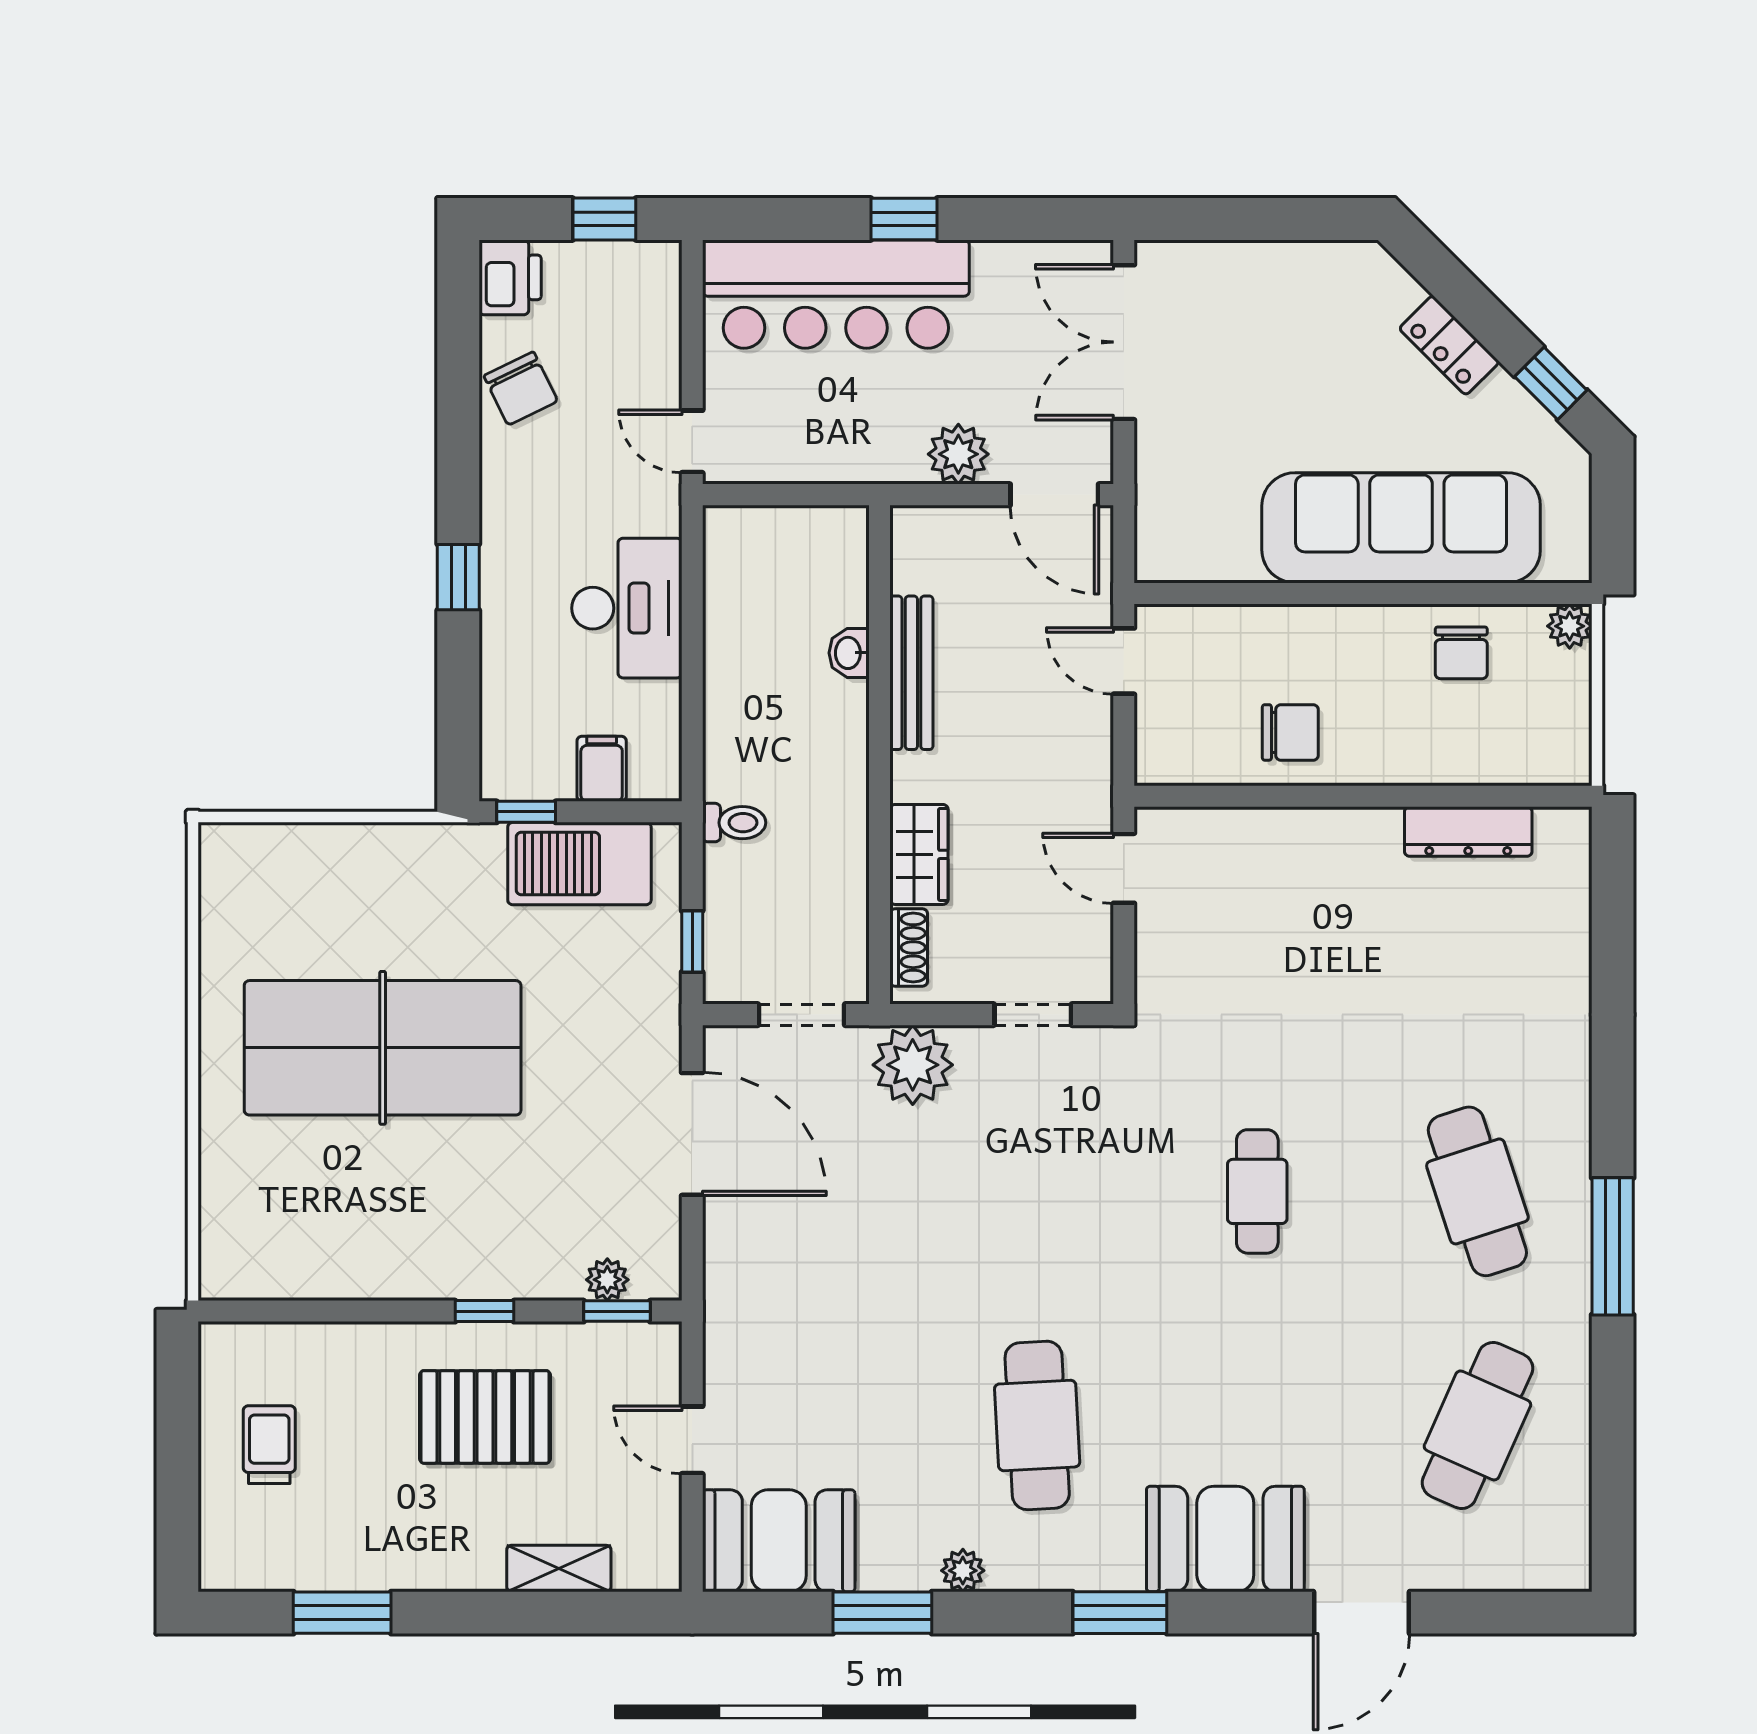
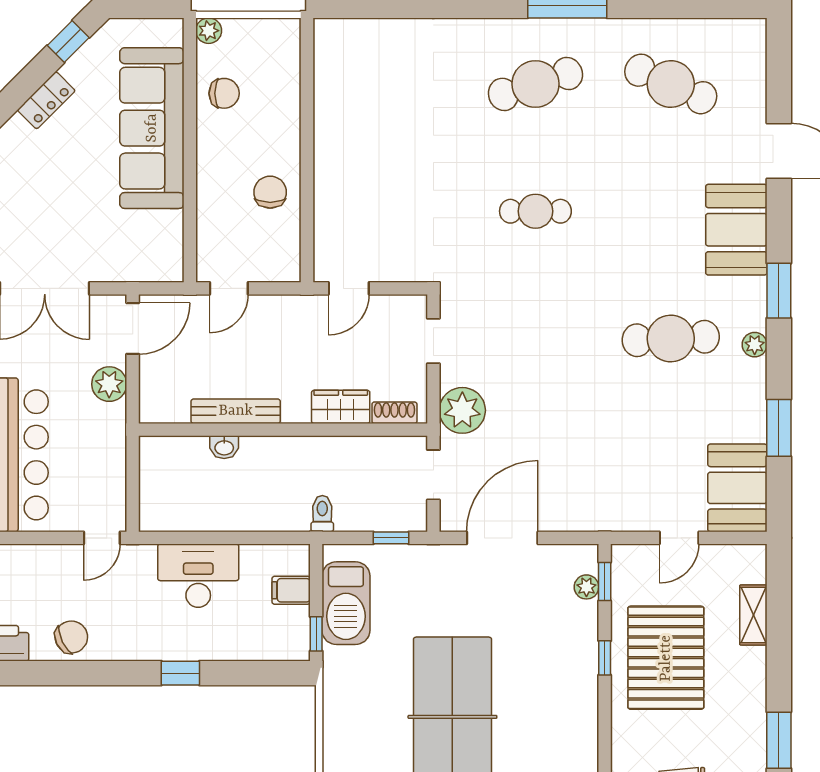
dresser: (1468, 832) -> (327, 89), removed
pallet: (485, 1417) -> (666, 658), width x1.37, depth x1.41
plant: (963, 1571) -> (755, 345), moved

